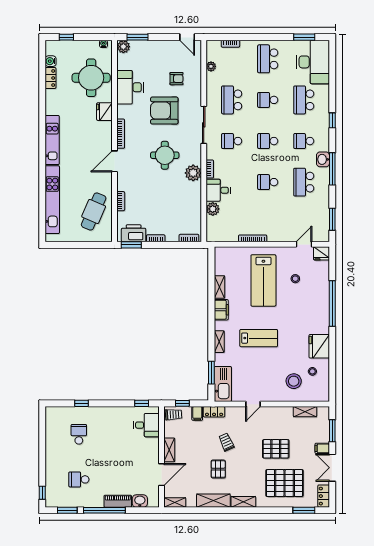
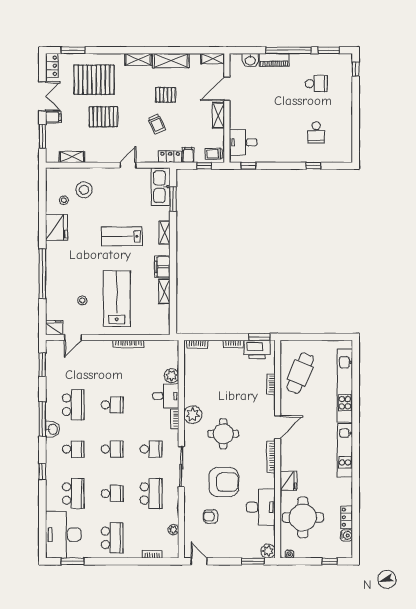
pallet: (218, 469) -> (166, 95), turned 90

